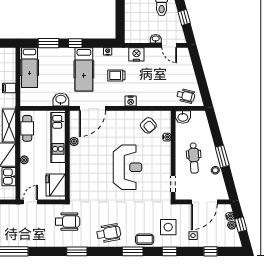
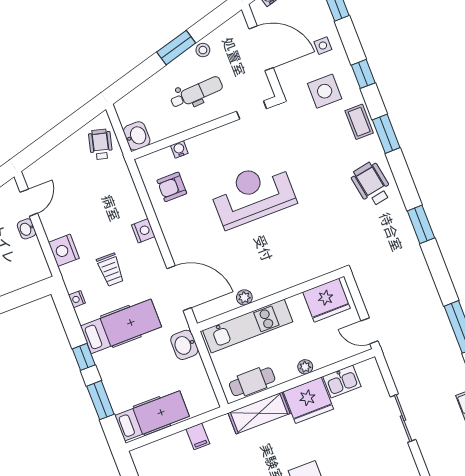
armchair: (148, 125) -> (172, 187), turned -139
wheelchair: (67, 222) -> (378, 258), removed

